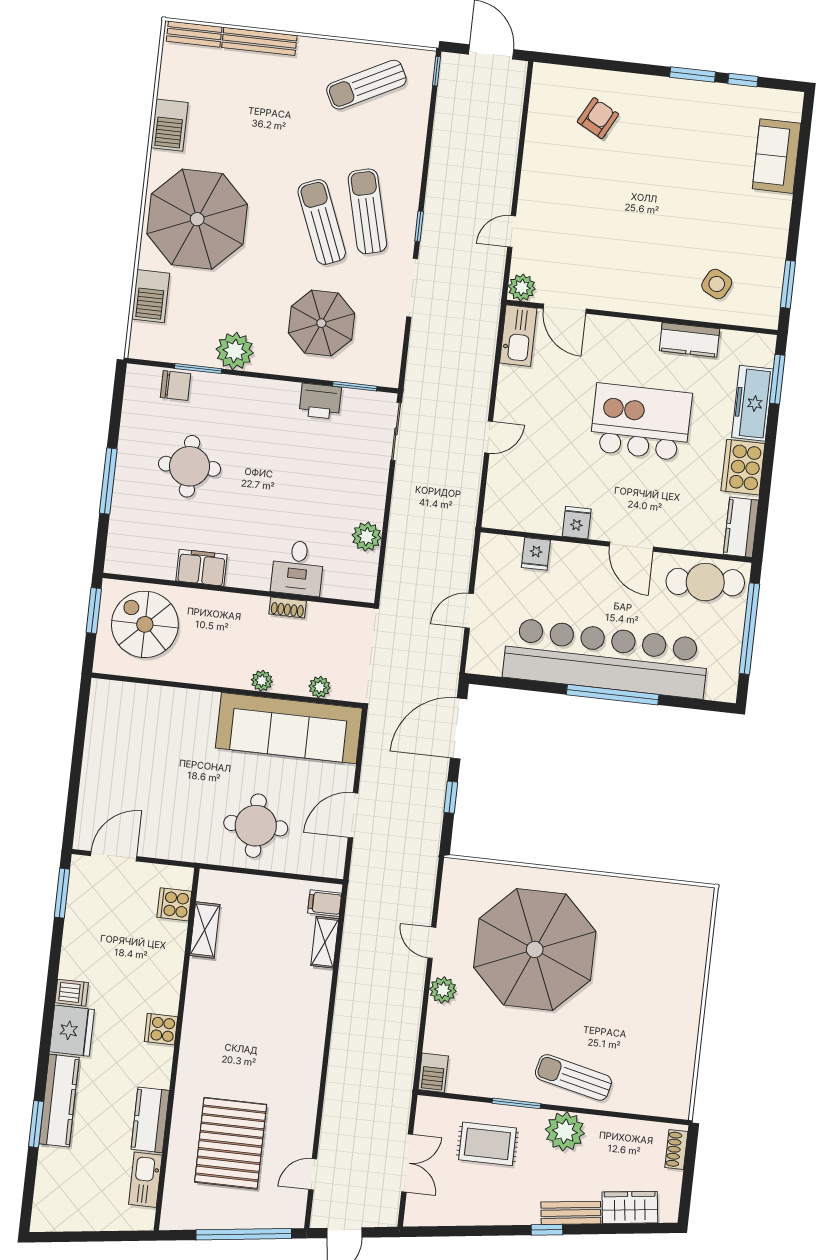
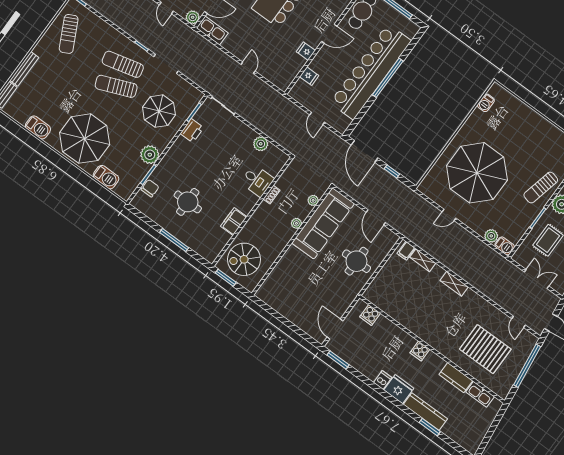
barbecue: (668, 894) -> (486, 103), added
shelving: (205, 930) -> (454, 284), moved
plant: (443, 990) -> (491, 236), moved

